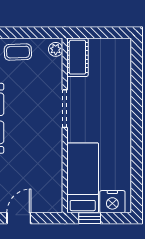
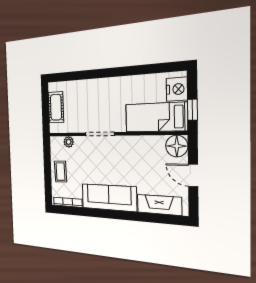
plant: (56, 49) -> (69, 142), moved
cot: (77, 57) -> (56, 107), moved, turned 90
floor lamp: (51, 201) -> (177, 146), added

